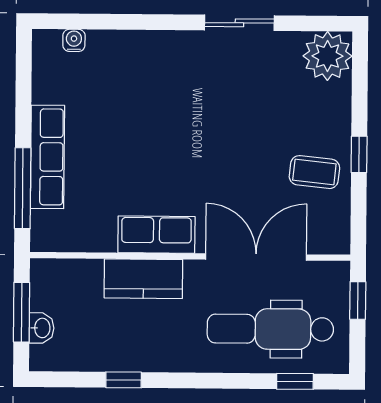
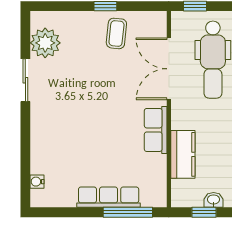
plant: (327, 56) -> (45, 43), moved
kitchen counter: (143, 279) -> (183, 154), moved
window: (22, 312) -> (204, 212), width x0.67

